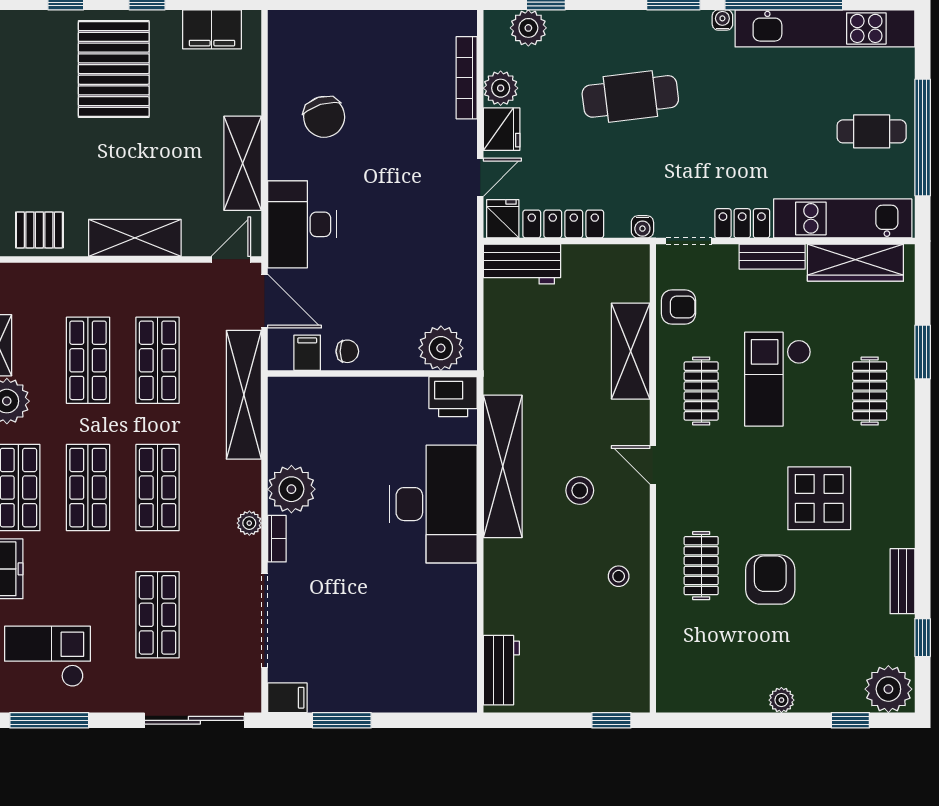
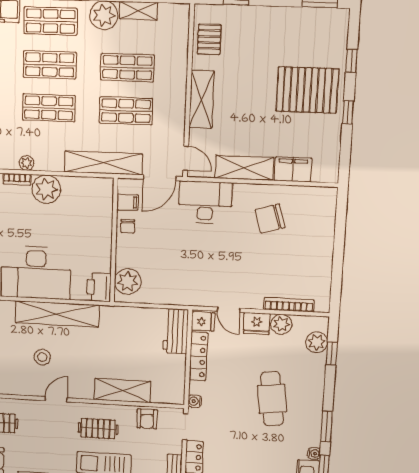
filing cabinet: (212, 29) -> (293, 169), moved, turned 90

